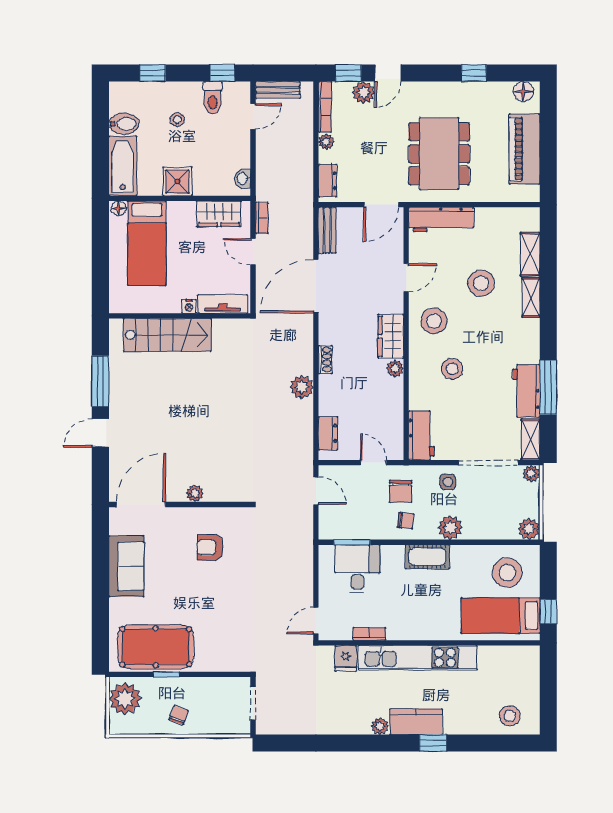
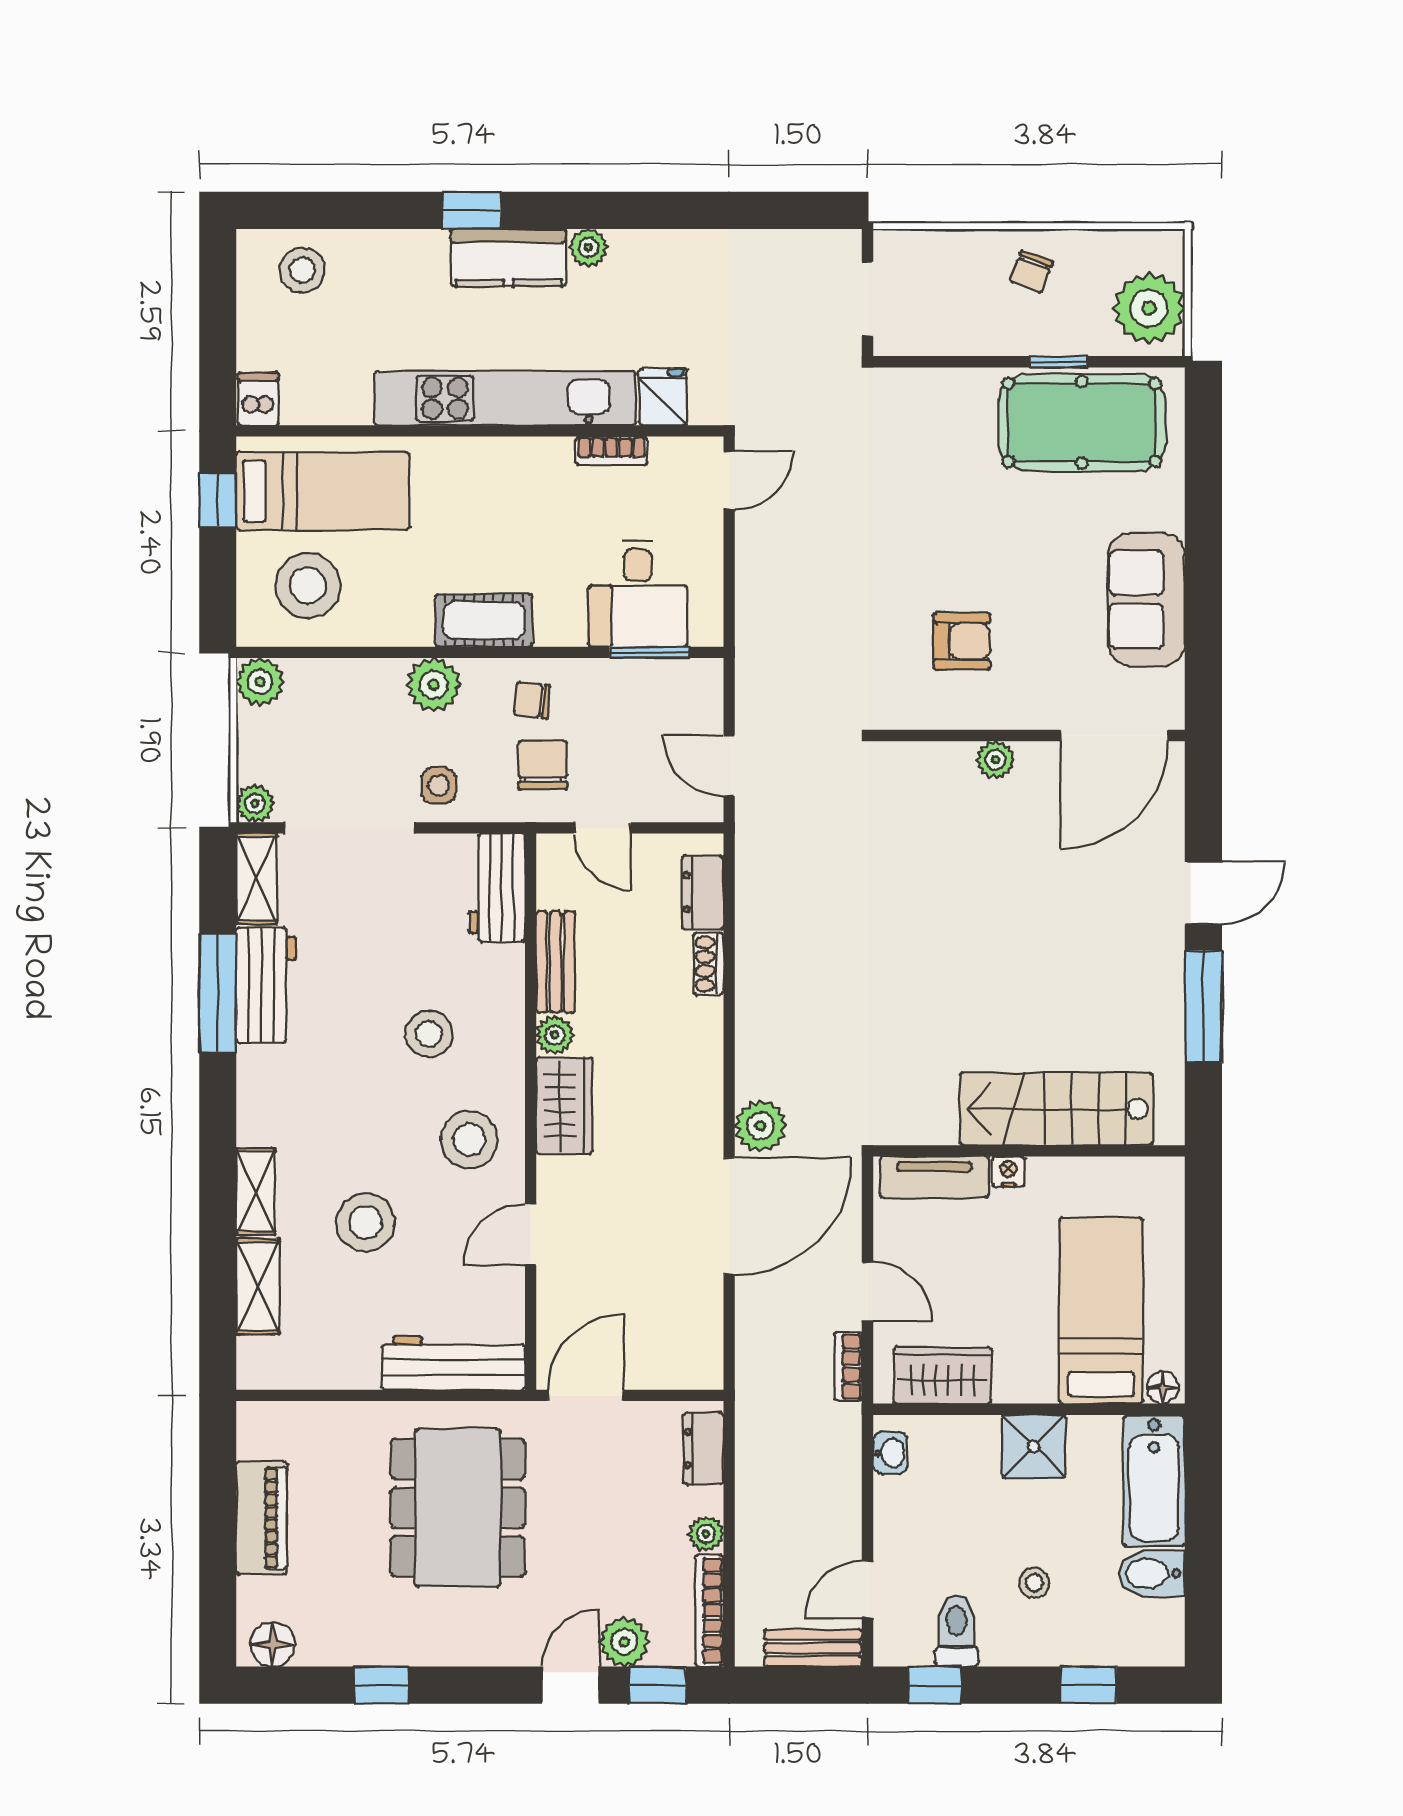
piano: (525, 149) -> (262, 1518), width x0.73, depth x0.75
bench: (327, 230) -> (556, 962), moved
shoe rack: (325, 359) -> (708, 964), moved
plant: (302, 387) -> (760, 1126), moved
dishwasher: (530, 657) -> (258, 399), added

